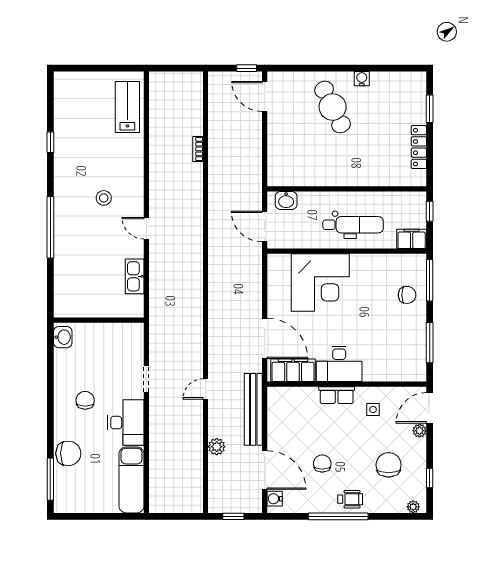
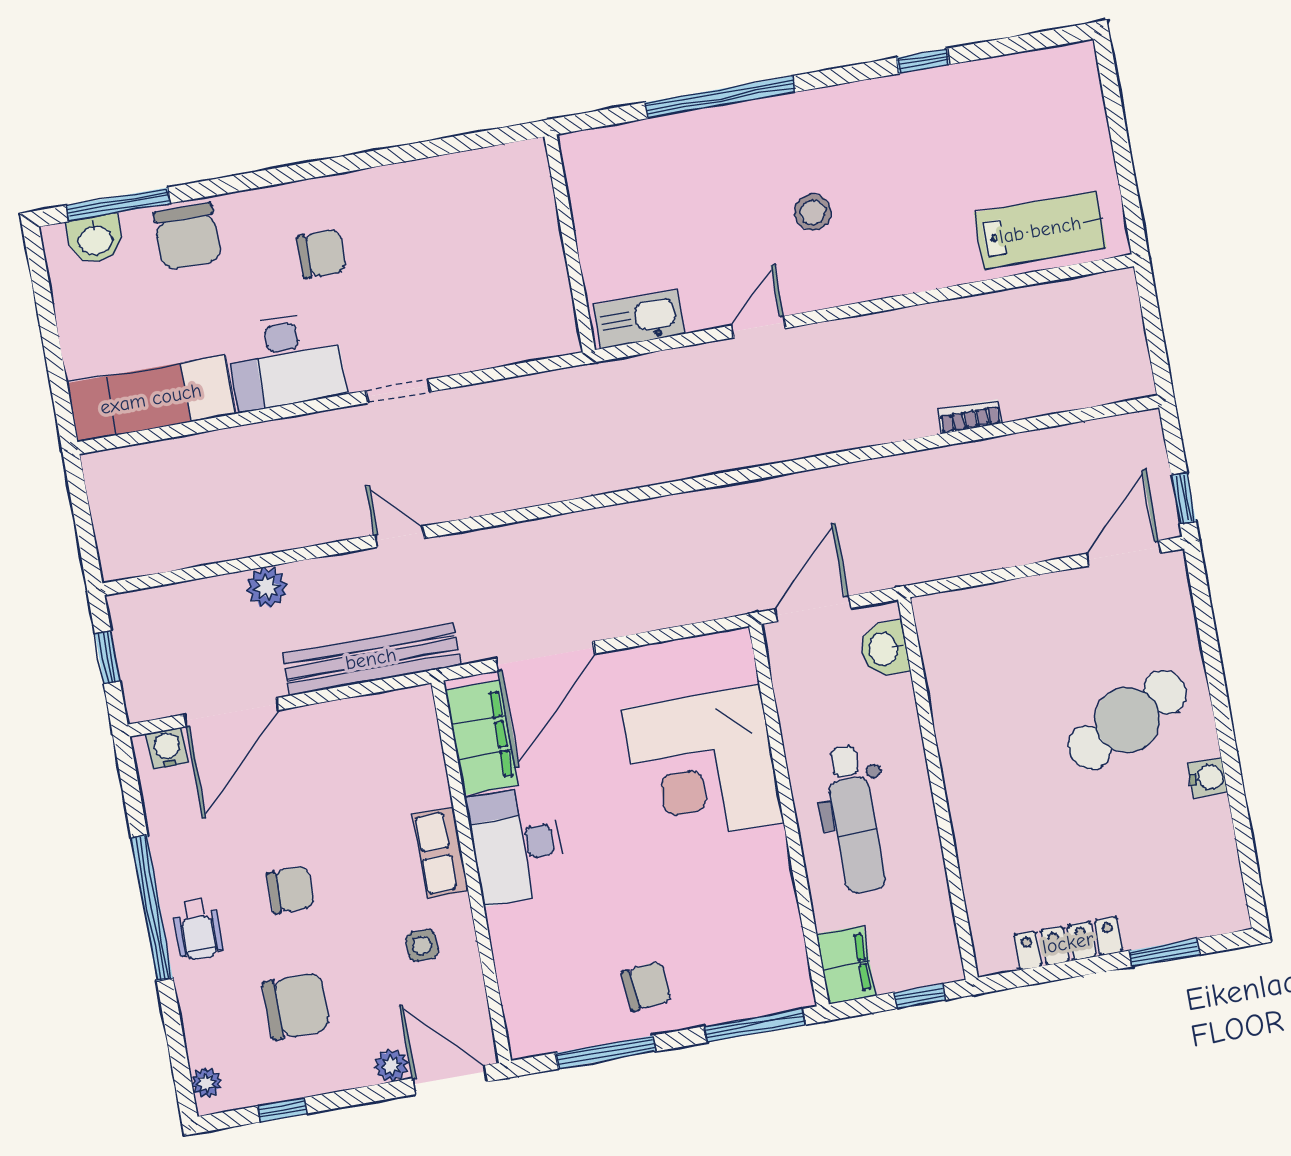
chair: (407, 295) -> (647, 986), moved, turned -96
wall: (99, 320) -> (570, 243), moved
washbasin: (63, 337) -> (95, 239), moved
chair: (322, 463) -> (290, 890), moved

